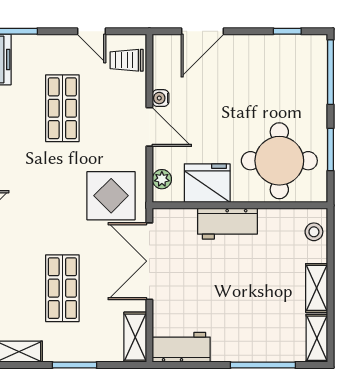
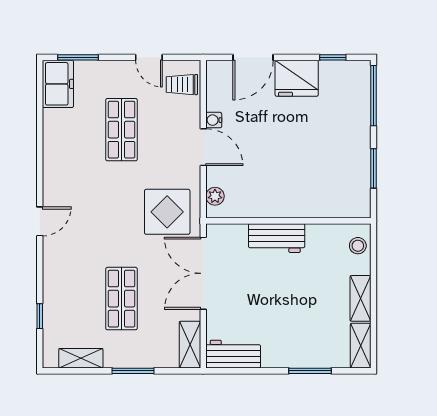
round table: (279, 161) -> (325, 179), removed
fridge: (207, 183) -> (297, 78), moved, turned 180
window: (263, 365) -> (310, 371), width x0.69

